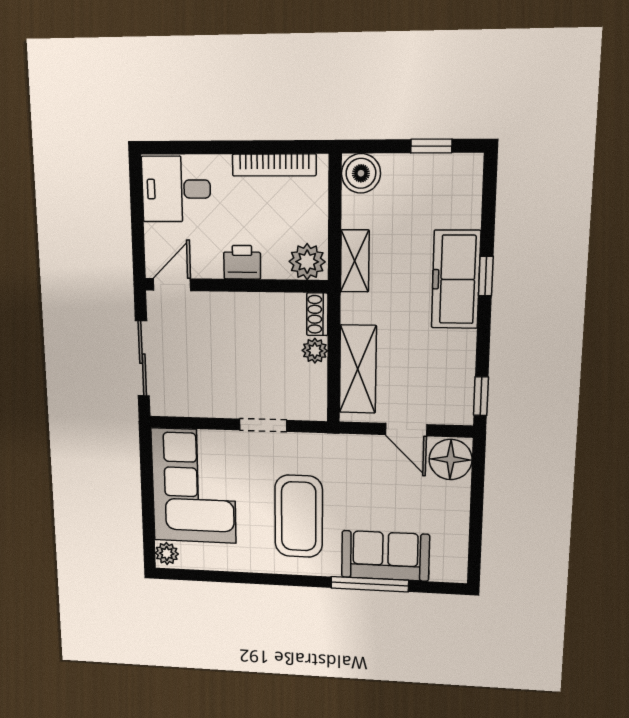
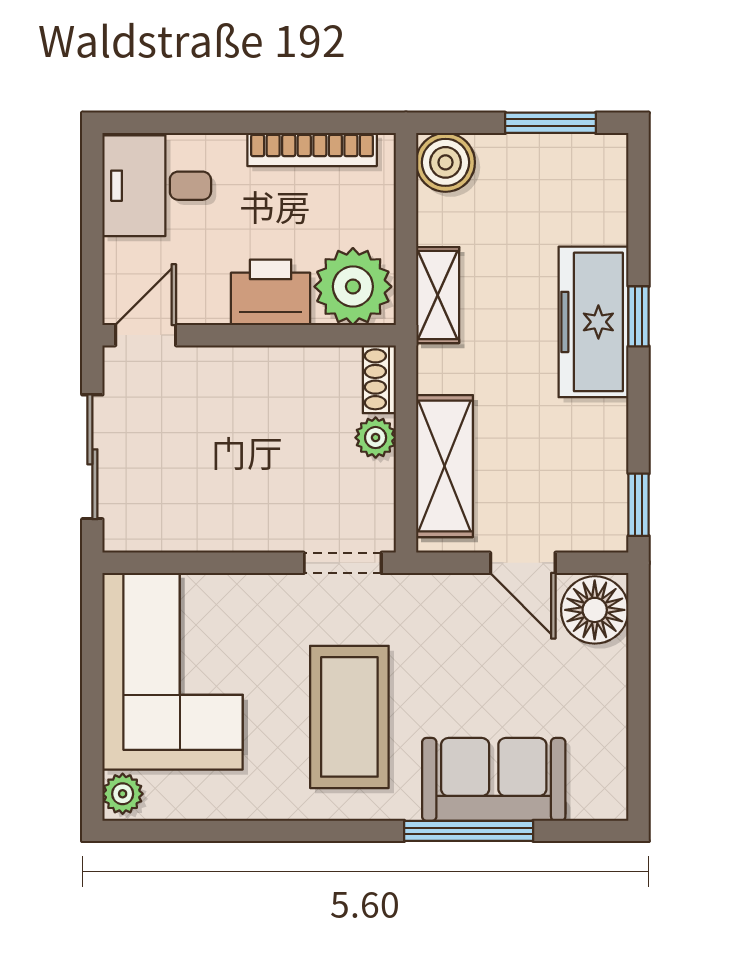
window: (431, 146) -> (550, 123), width x1.50
printer: (242, 262) -> (271, 292), width x1.36, depth x1.24
plant: (307, 262) -> (353, 287), width x1.36, depth x1.36
doorway: (263, 425) -> (343, 563), moved

